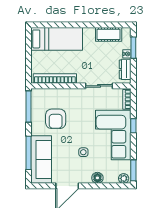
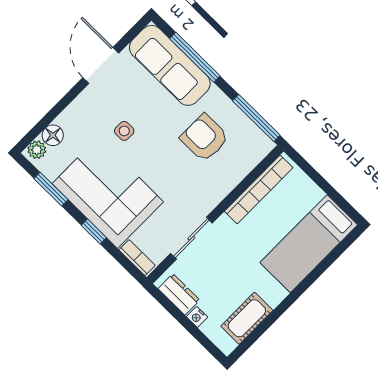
window: (133, 48) -> (197, 334), removed
window: (133, 170) -> (51, 189), moved
floor lamp: (97, 178) -> (53, 135), moved

